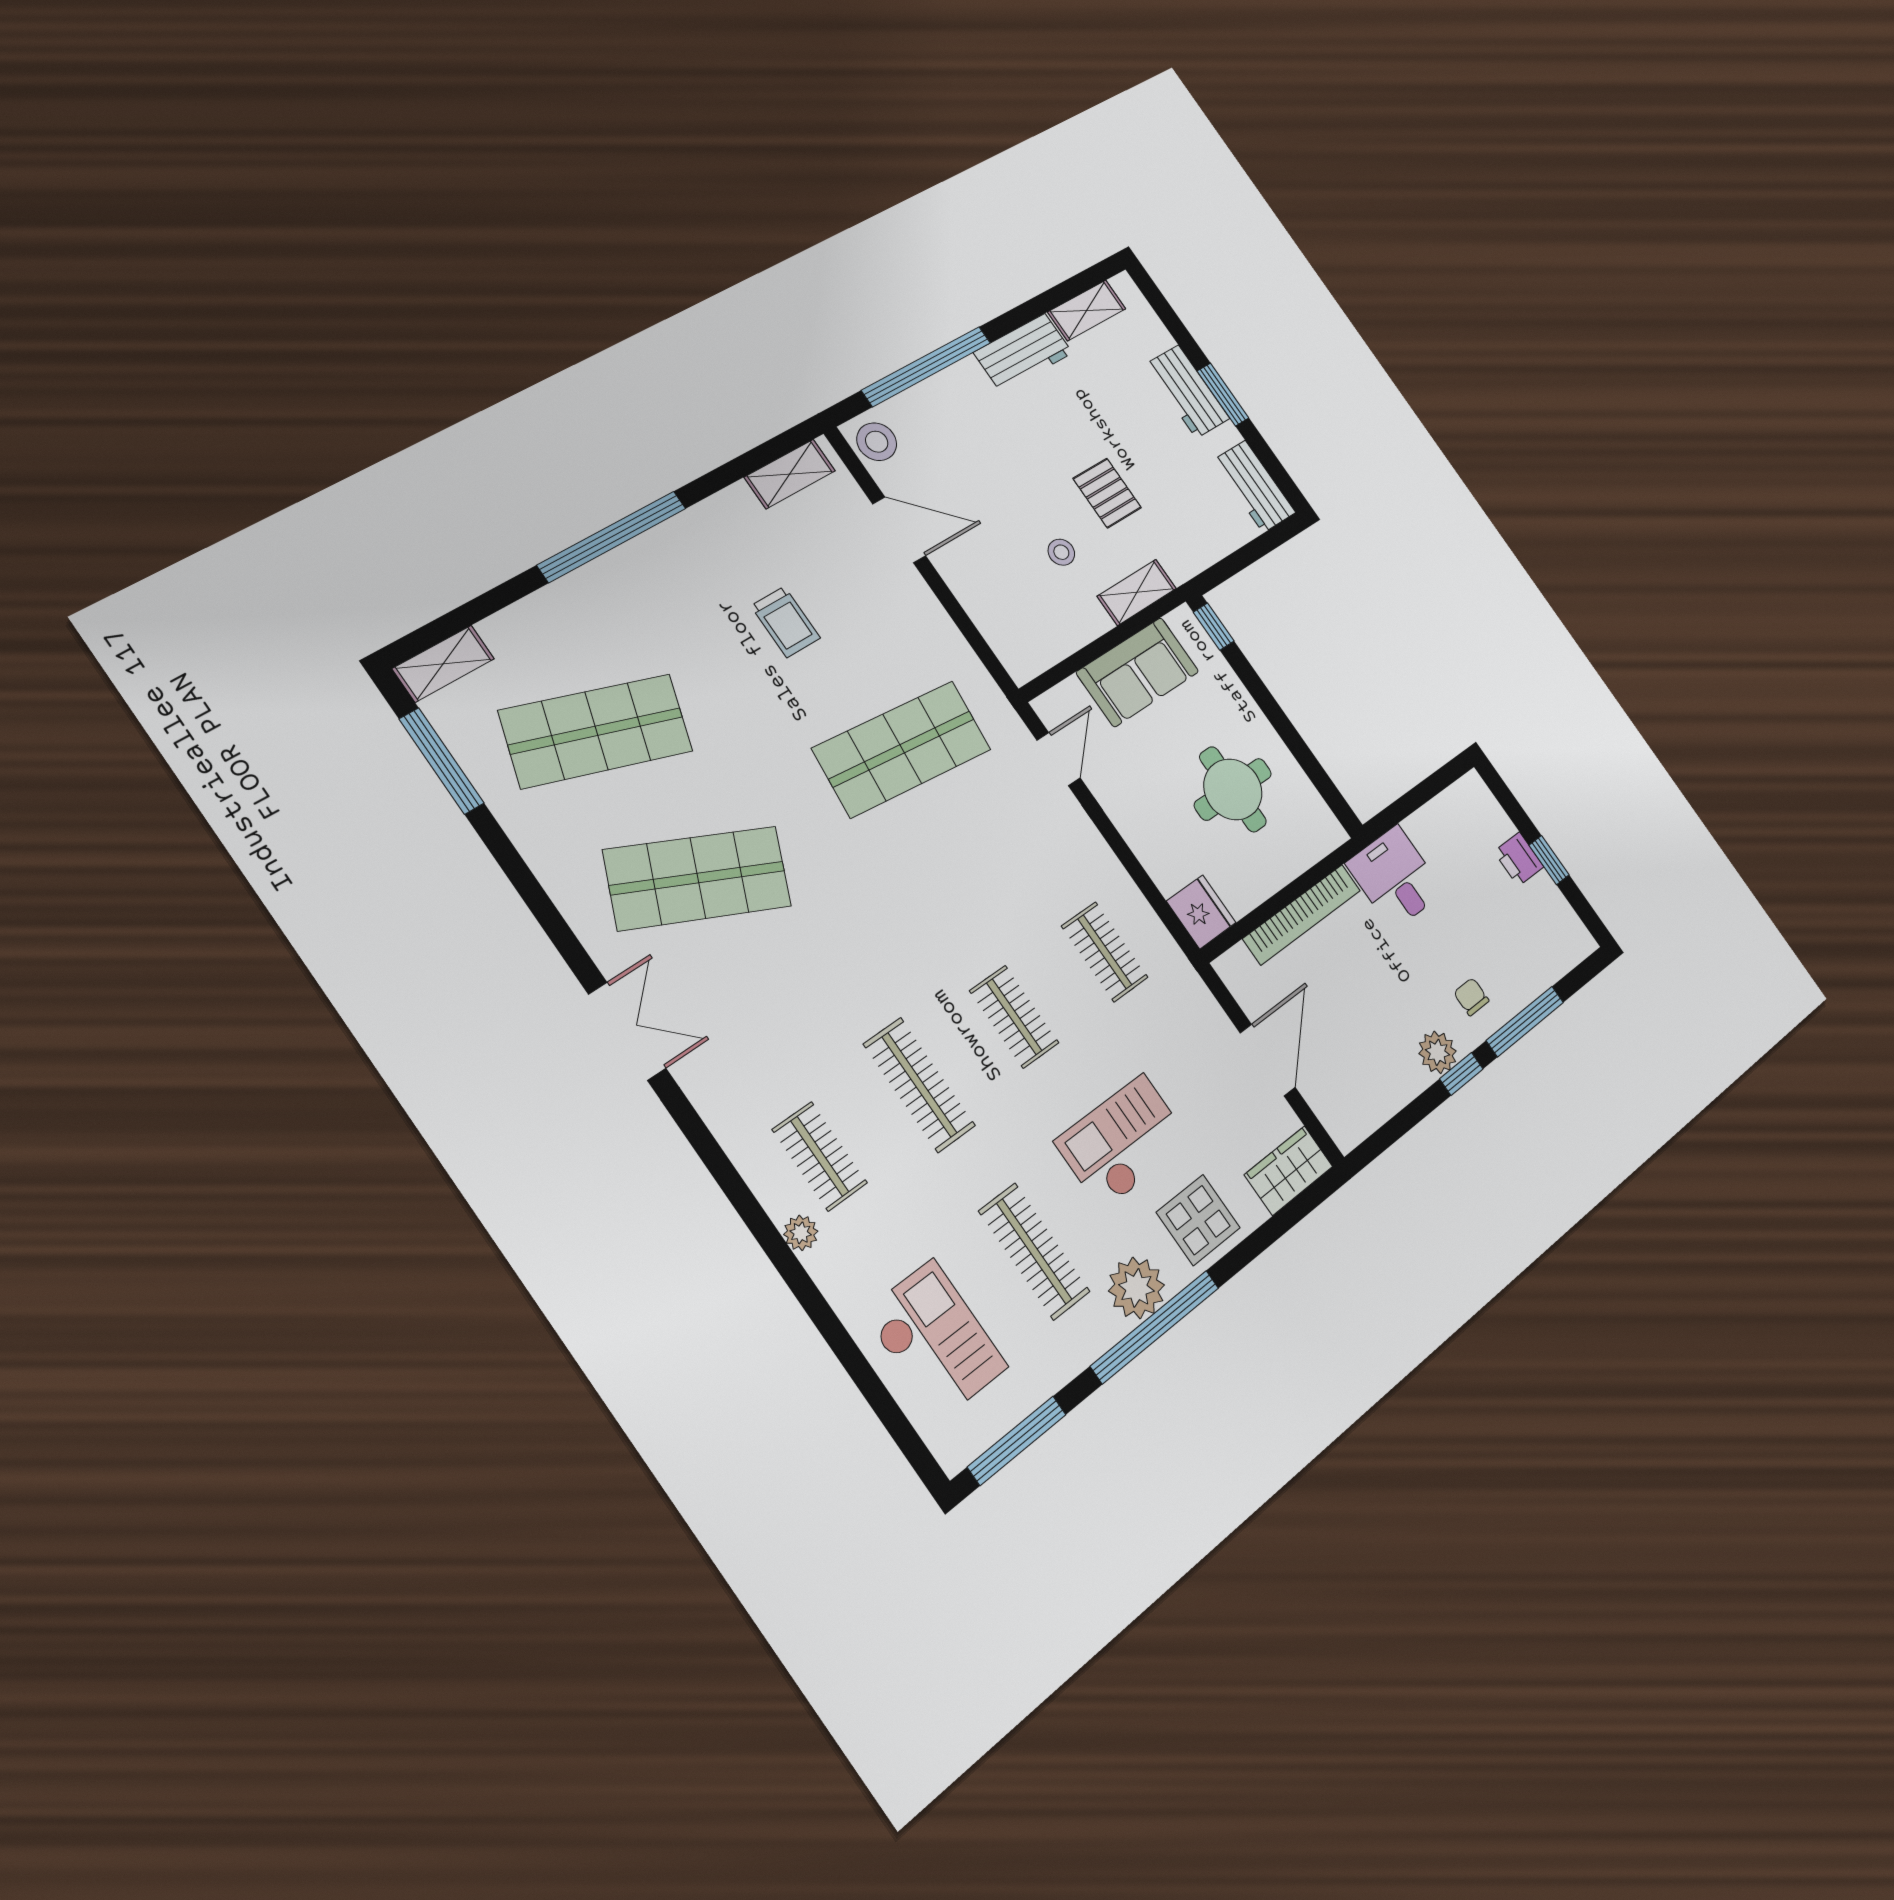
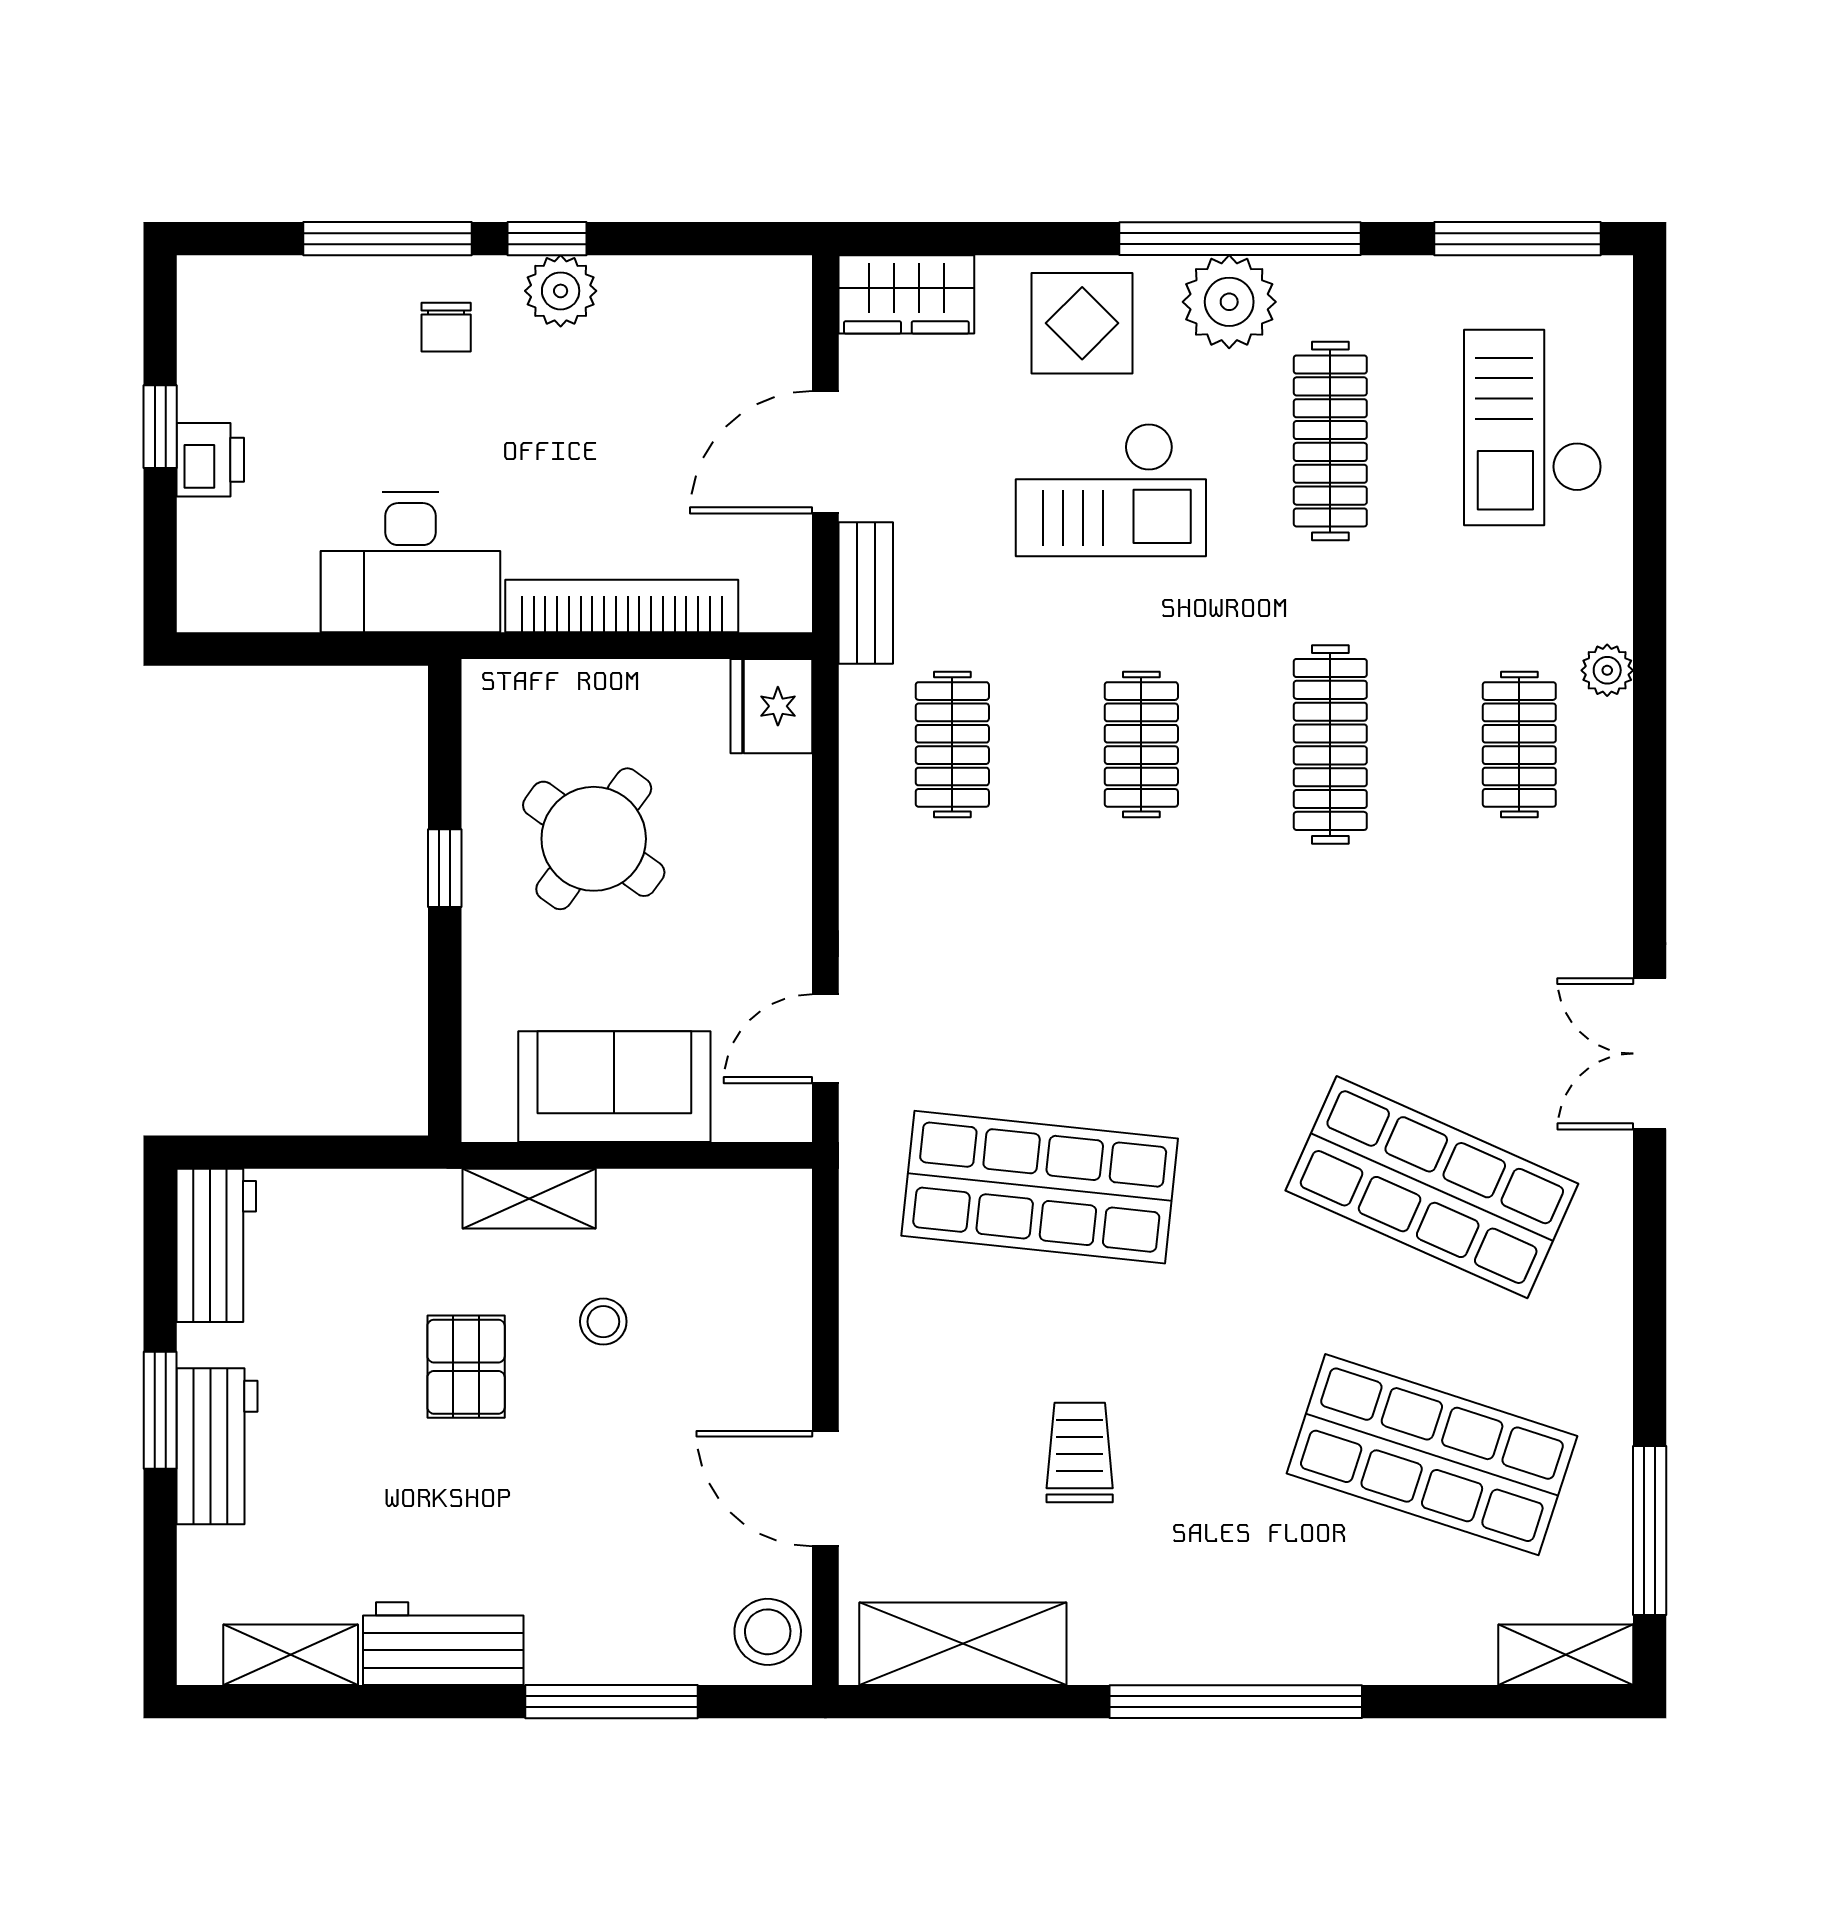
window: (927, 366) -> (612, 1702), width x0.68
shelving: (790, 474) -> (963, 1644), width x1.50, depth x1.33
window: (1214, 627) -> (445, 868), moved
round table: (1233, 789) -> (594, 839), turned 36
desk: (1395, 878) -> (410, 562), width x1.37
bench: (1199, 1001) -> (866, 593), added

